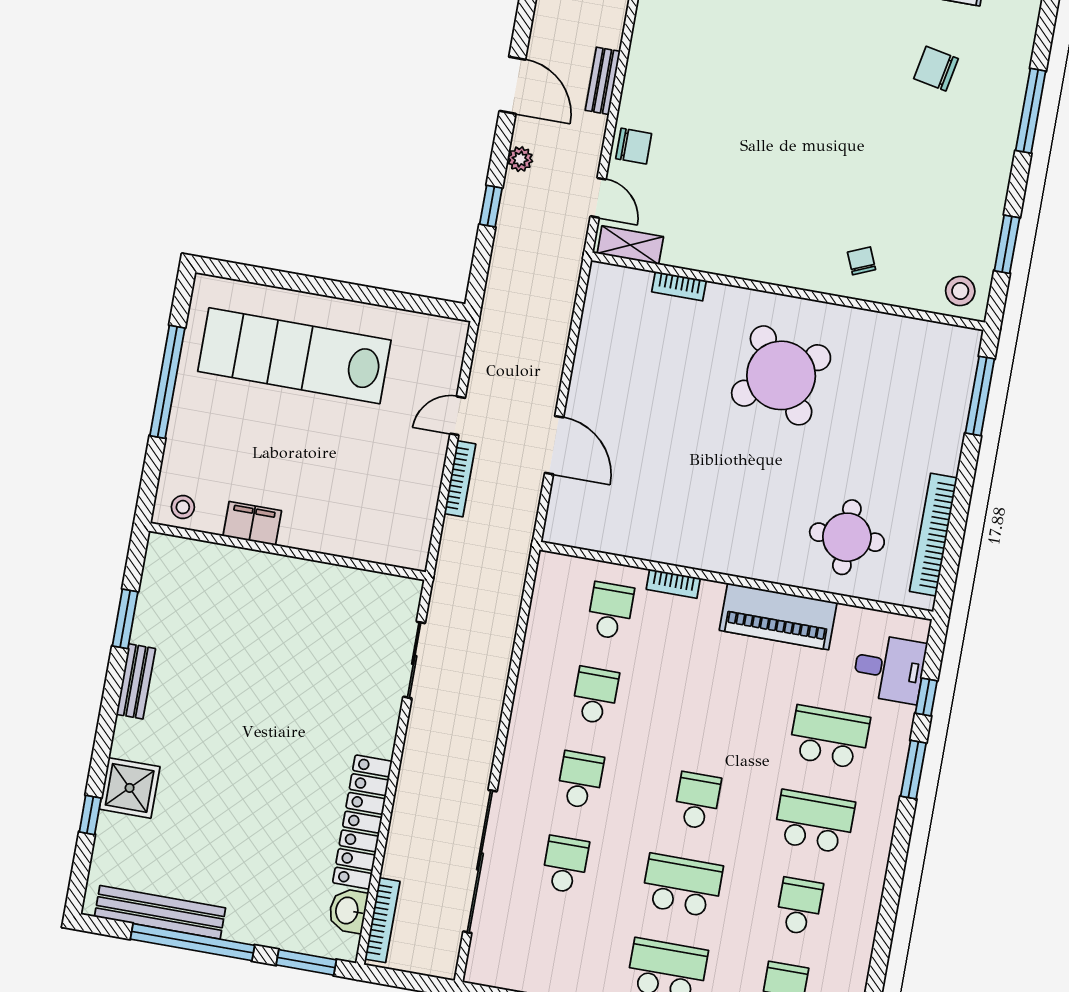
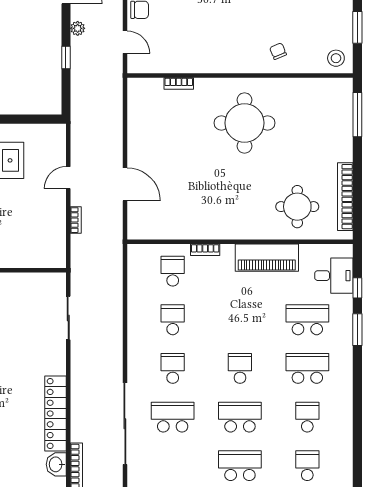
shelving: (630, 245) -> (148, 65), removed
round table: (781, 375) -> (244, 123), turned 36
bookcase: (460, 479) -> (76, 220), width x0.64
school desk: (565, 865) -> (173, 417), width x1.85

